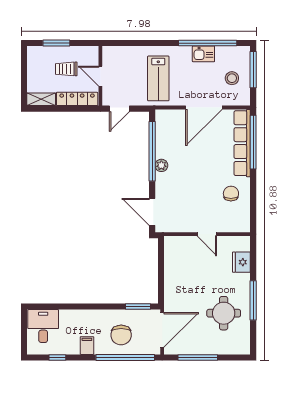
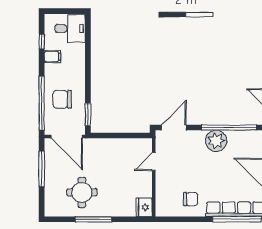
plant: (161, 165) -> (216, 141), width x1.88, depth x1.88
door: (207, 234) -> (154, 162), moved
fridge: (241, 262) -> (144, 207), moved, turned -90
filing cabinet: (87, 346) -> (52, 57), moved

